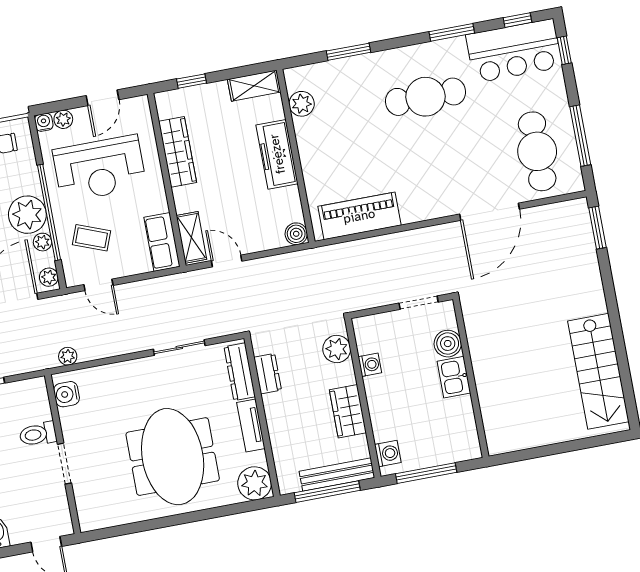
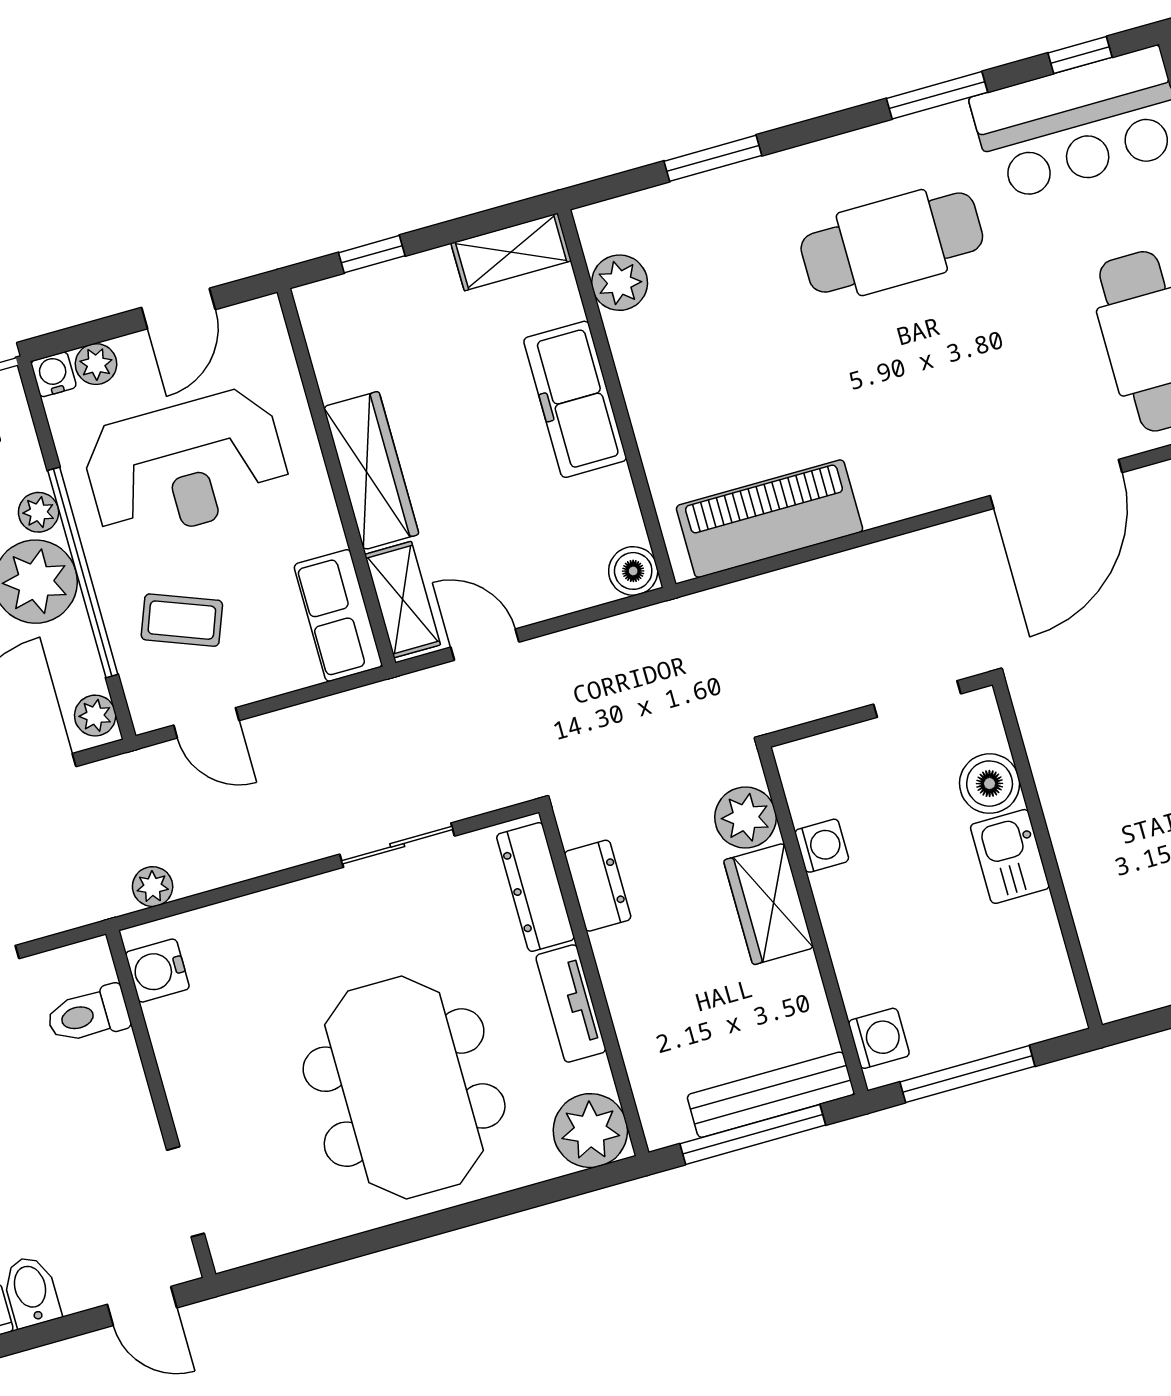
wardrobe: (178, 152) -> (371, 471), moved
plant: (42, 242) -> (39, 512), moved
wardrobe: (348, 411) -> (769, 904), moved
toilet: (38, 434) -> (88, 1015), moved
doorway: (64, 464) -> (185, 1192), moved

